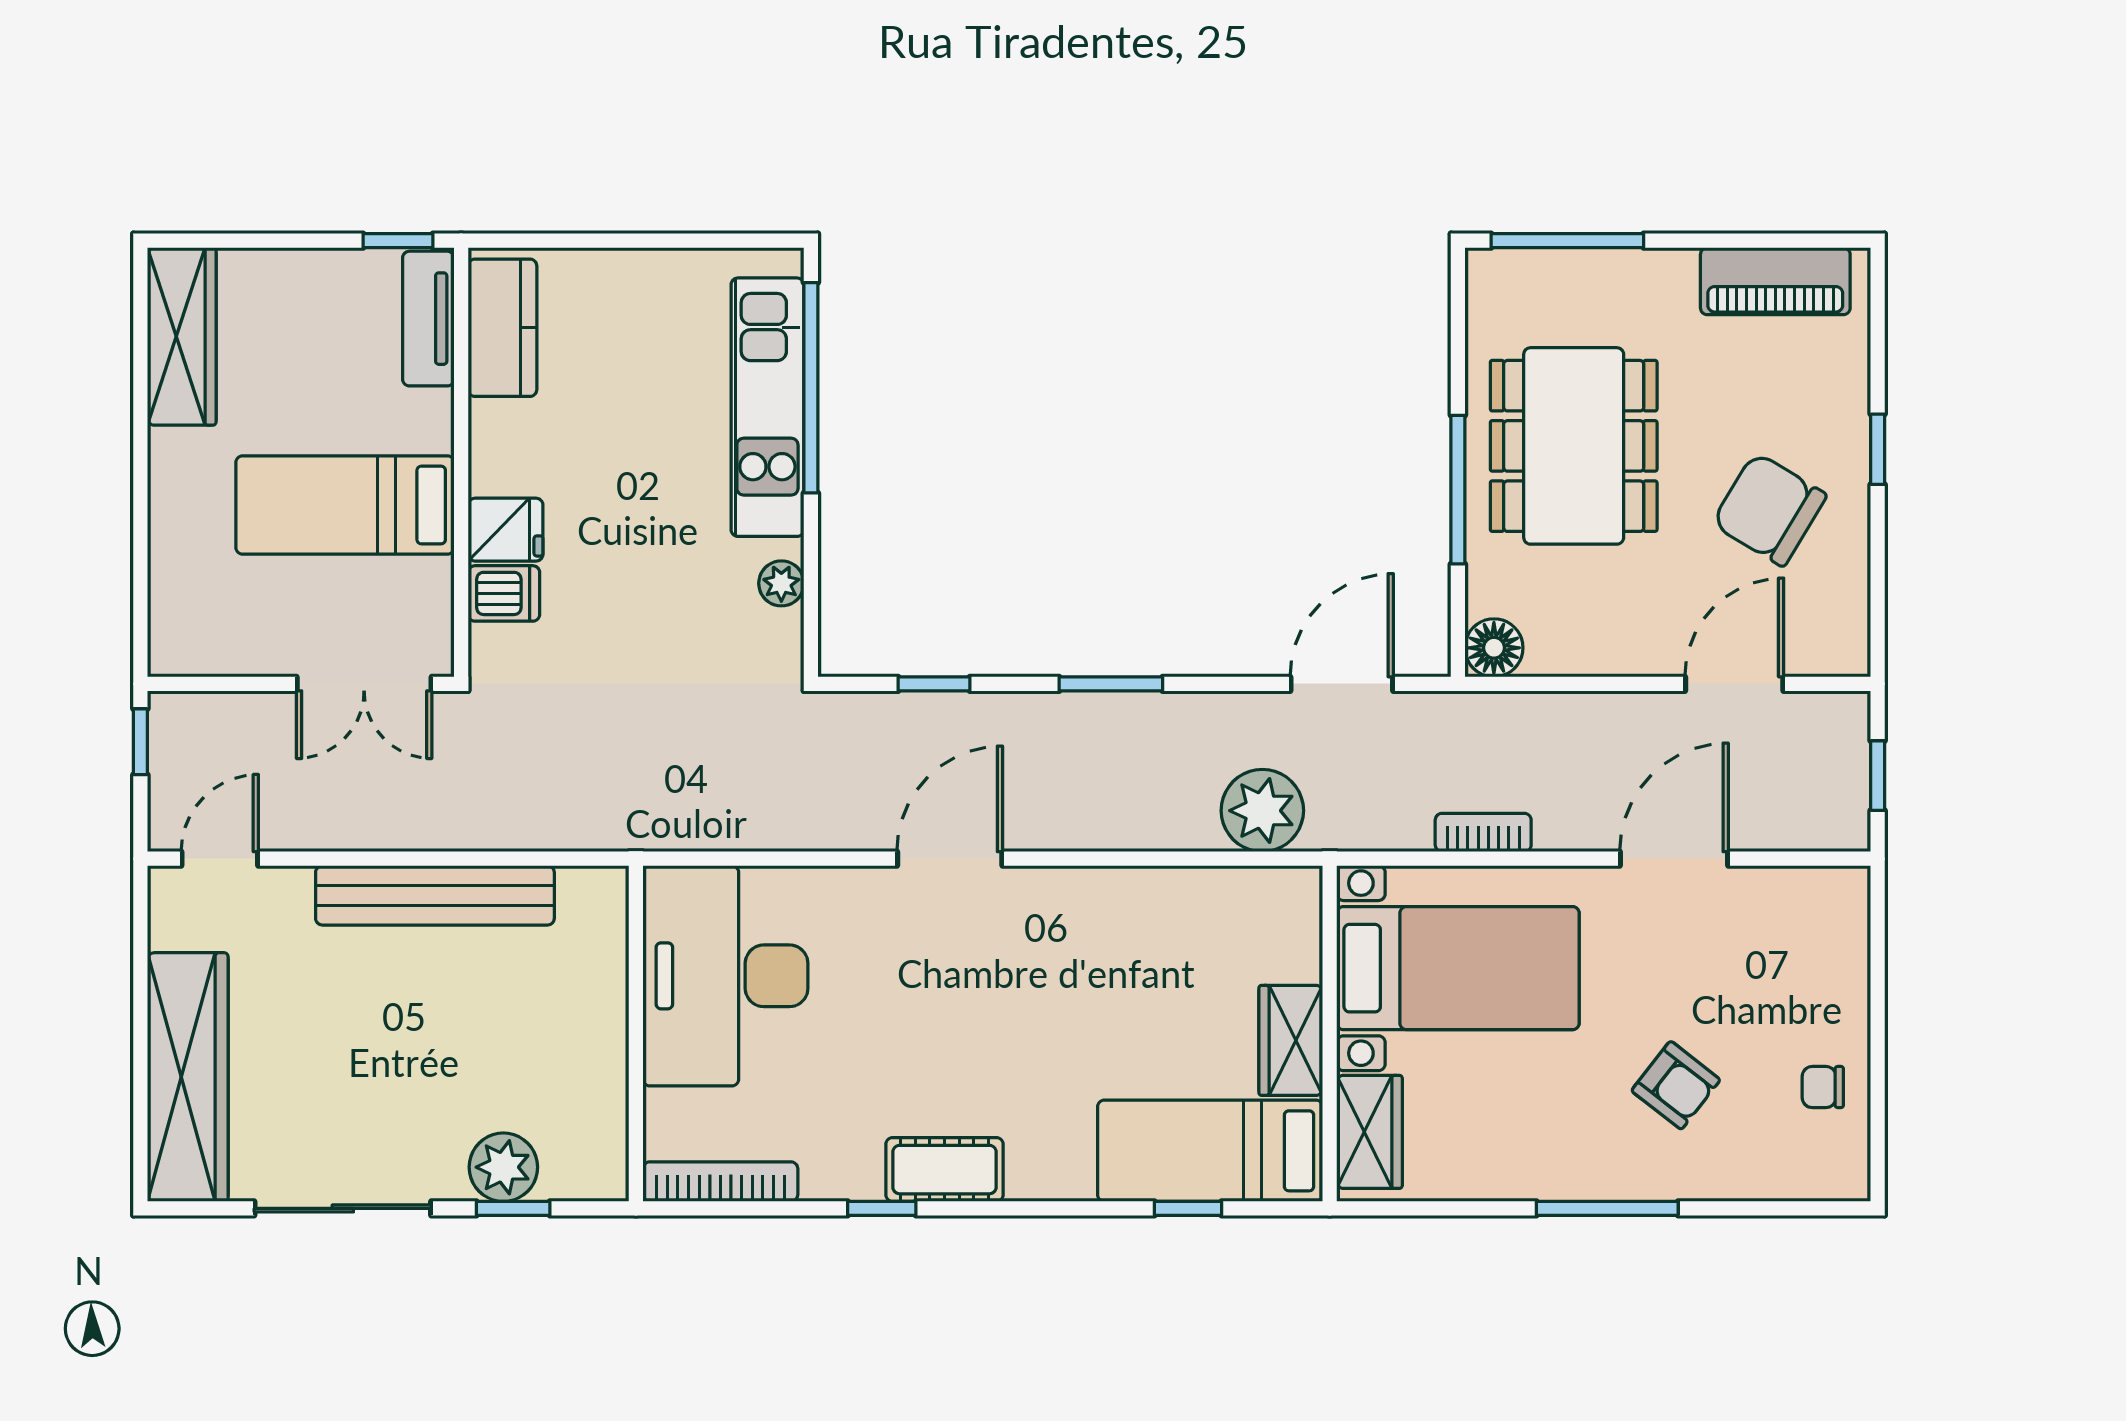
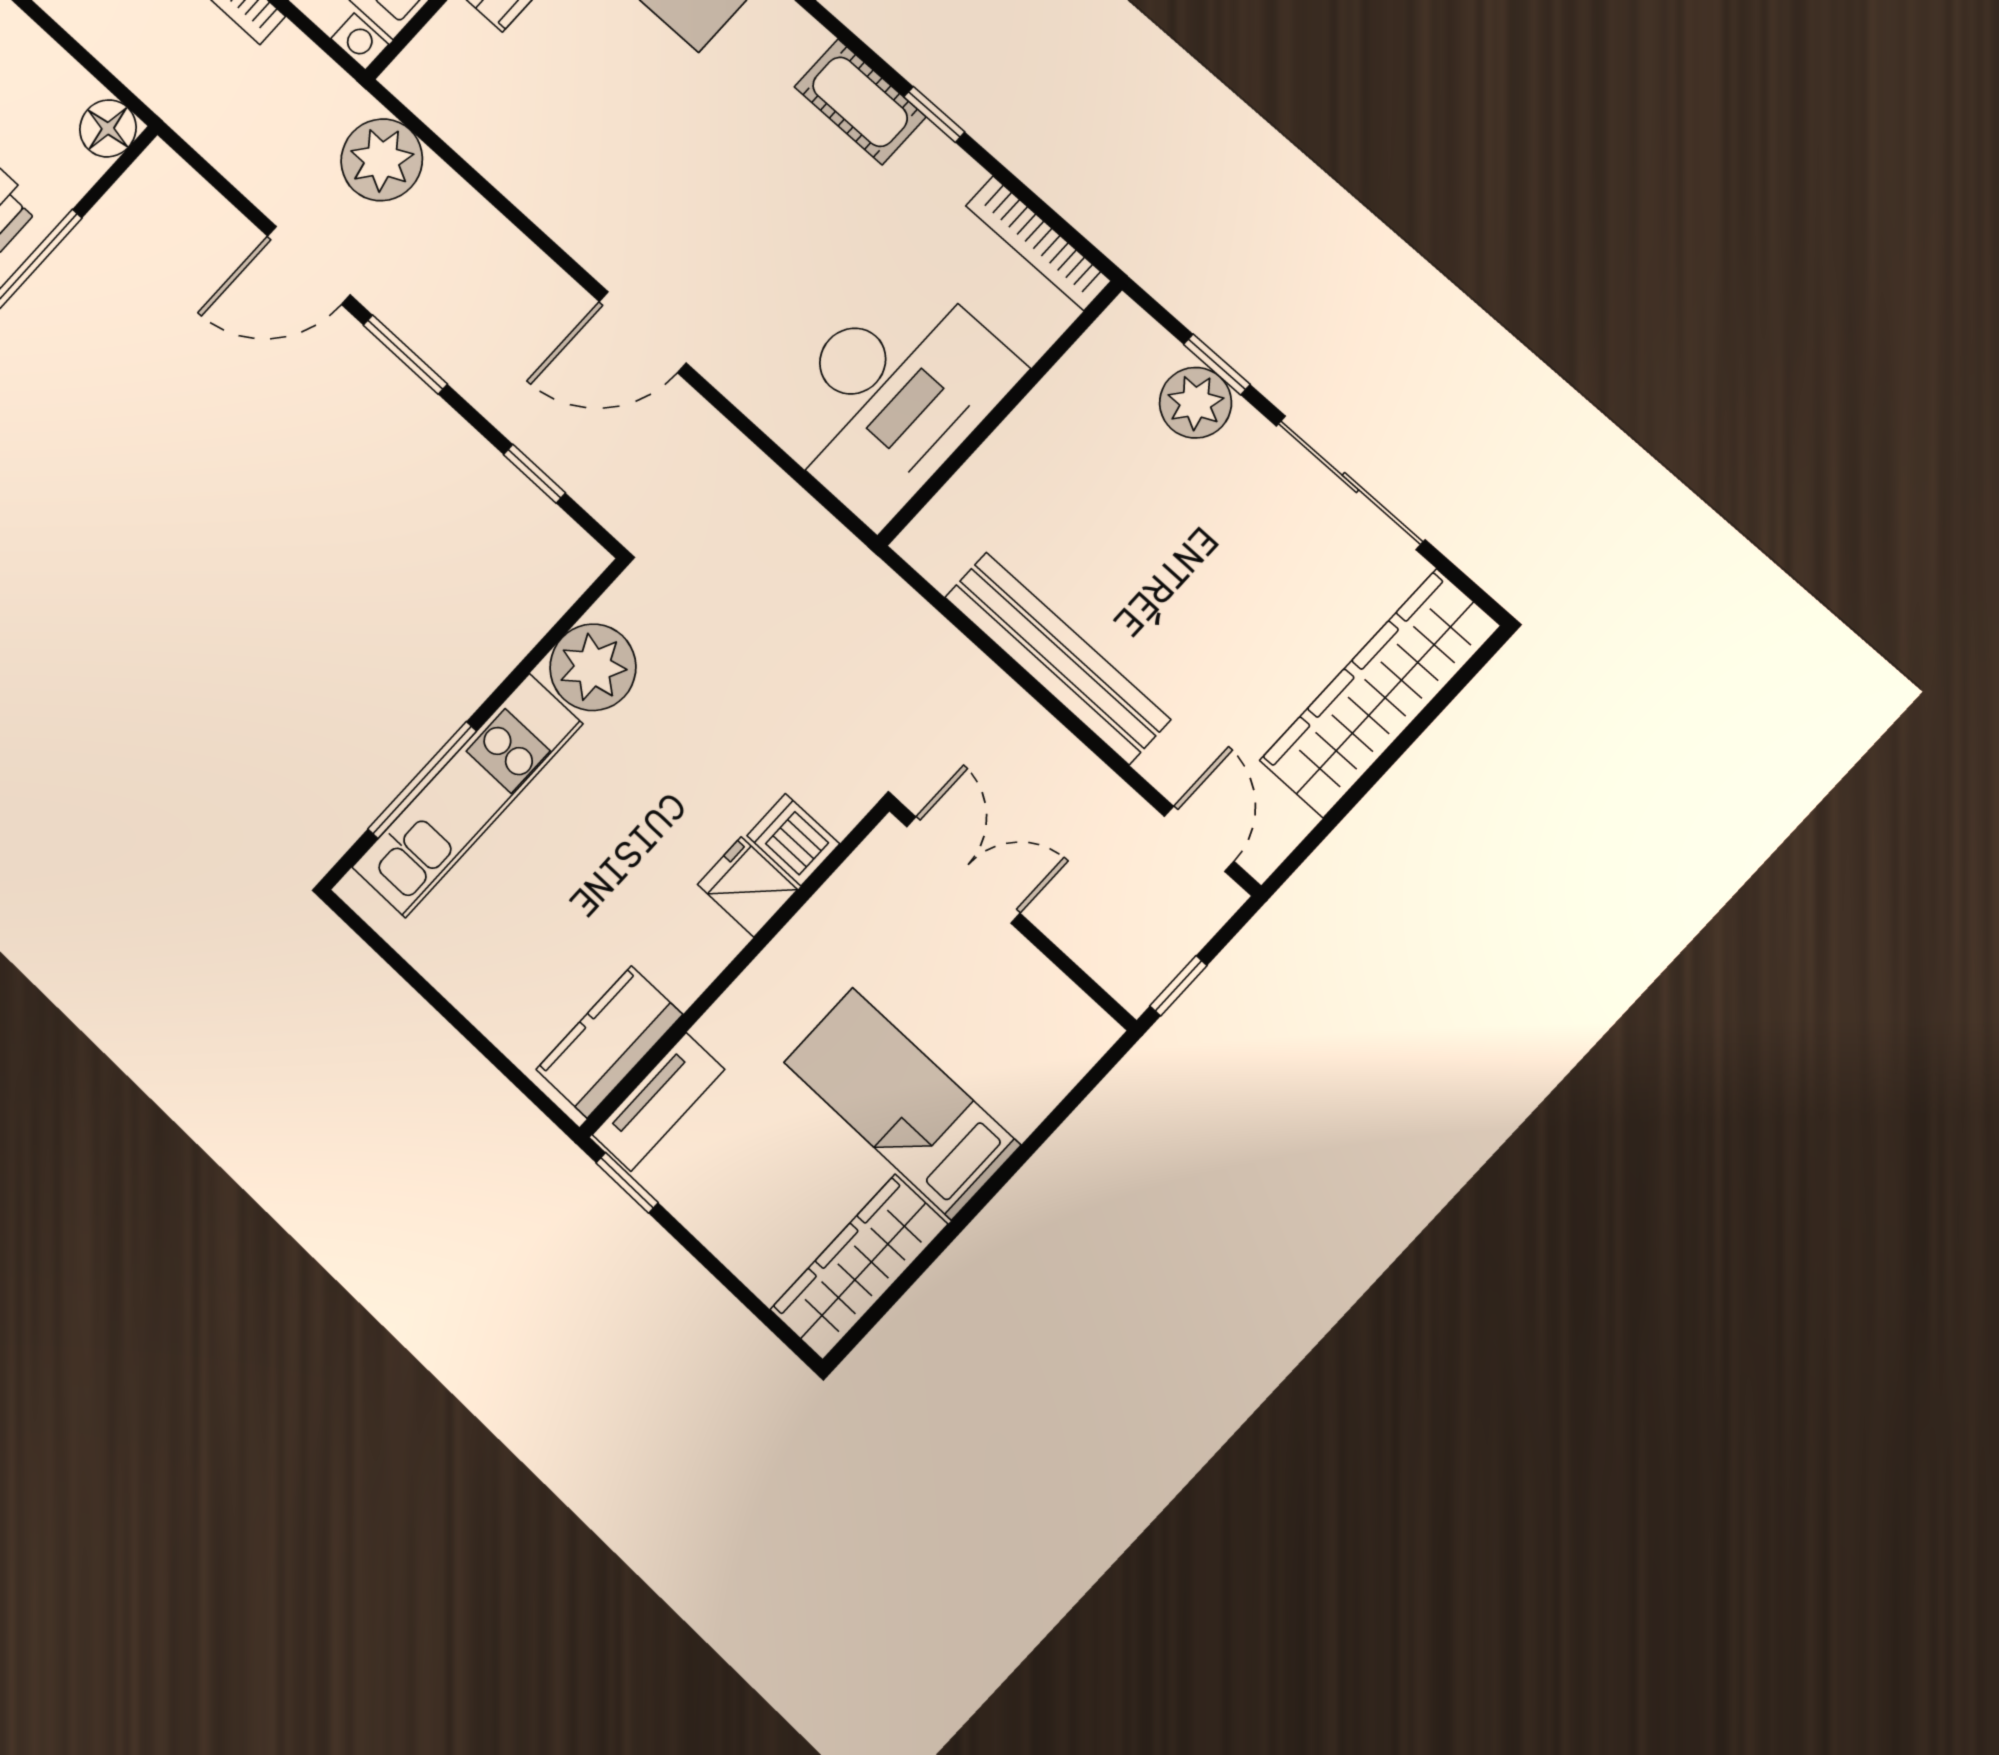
window: (811, 388) -> (422, 780), width x0.68
bed: (345, 505) -> (902, 1103), moved, turned 180
plant: (781, 583) -> (593, 667), width x1.88, depth x1.88
door: (1342, 684) -> (309, 265), moved
door: (220, 859) -> (1199, 839), swing flipped

